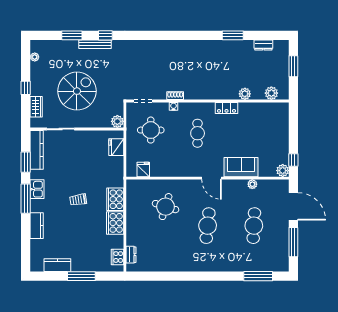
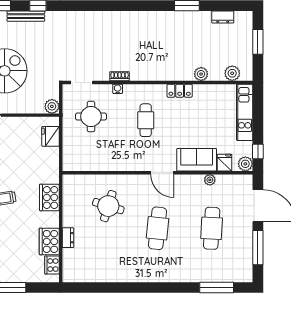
kitchen unit: (282, 126) -> (245, 112), added
fridge: (143, 169) -> (224, 163), moved
cooker: (115, 223) -> (49, 241), moved
dresser: (131, 255) -> (68, 238), moved

